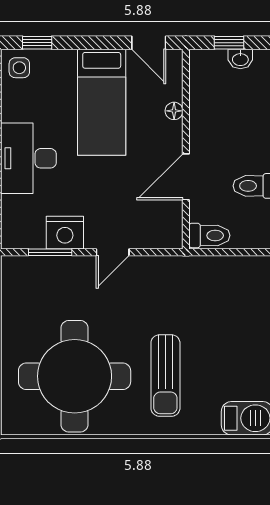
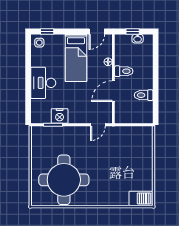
door: (149, 43) -> (97, 31), hinge flipped
toilet: (209, 235) -> (124, 71), moved
door: (113, 252) -> (98, 125), moved
sun lounger: (165, 376) -> (104, 179), removed

